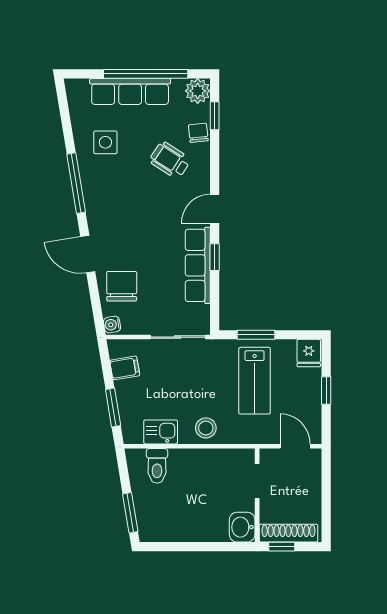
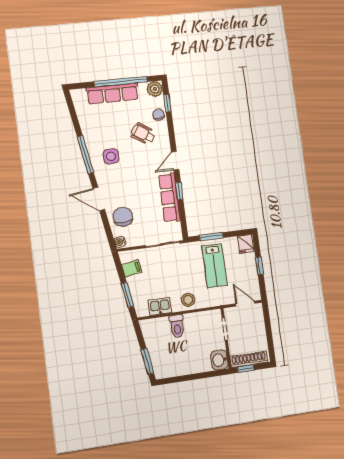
side table: (105, 142) -> (111, 156), moved
toilet: (157, 466) -> (177, 326), moved

